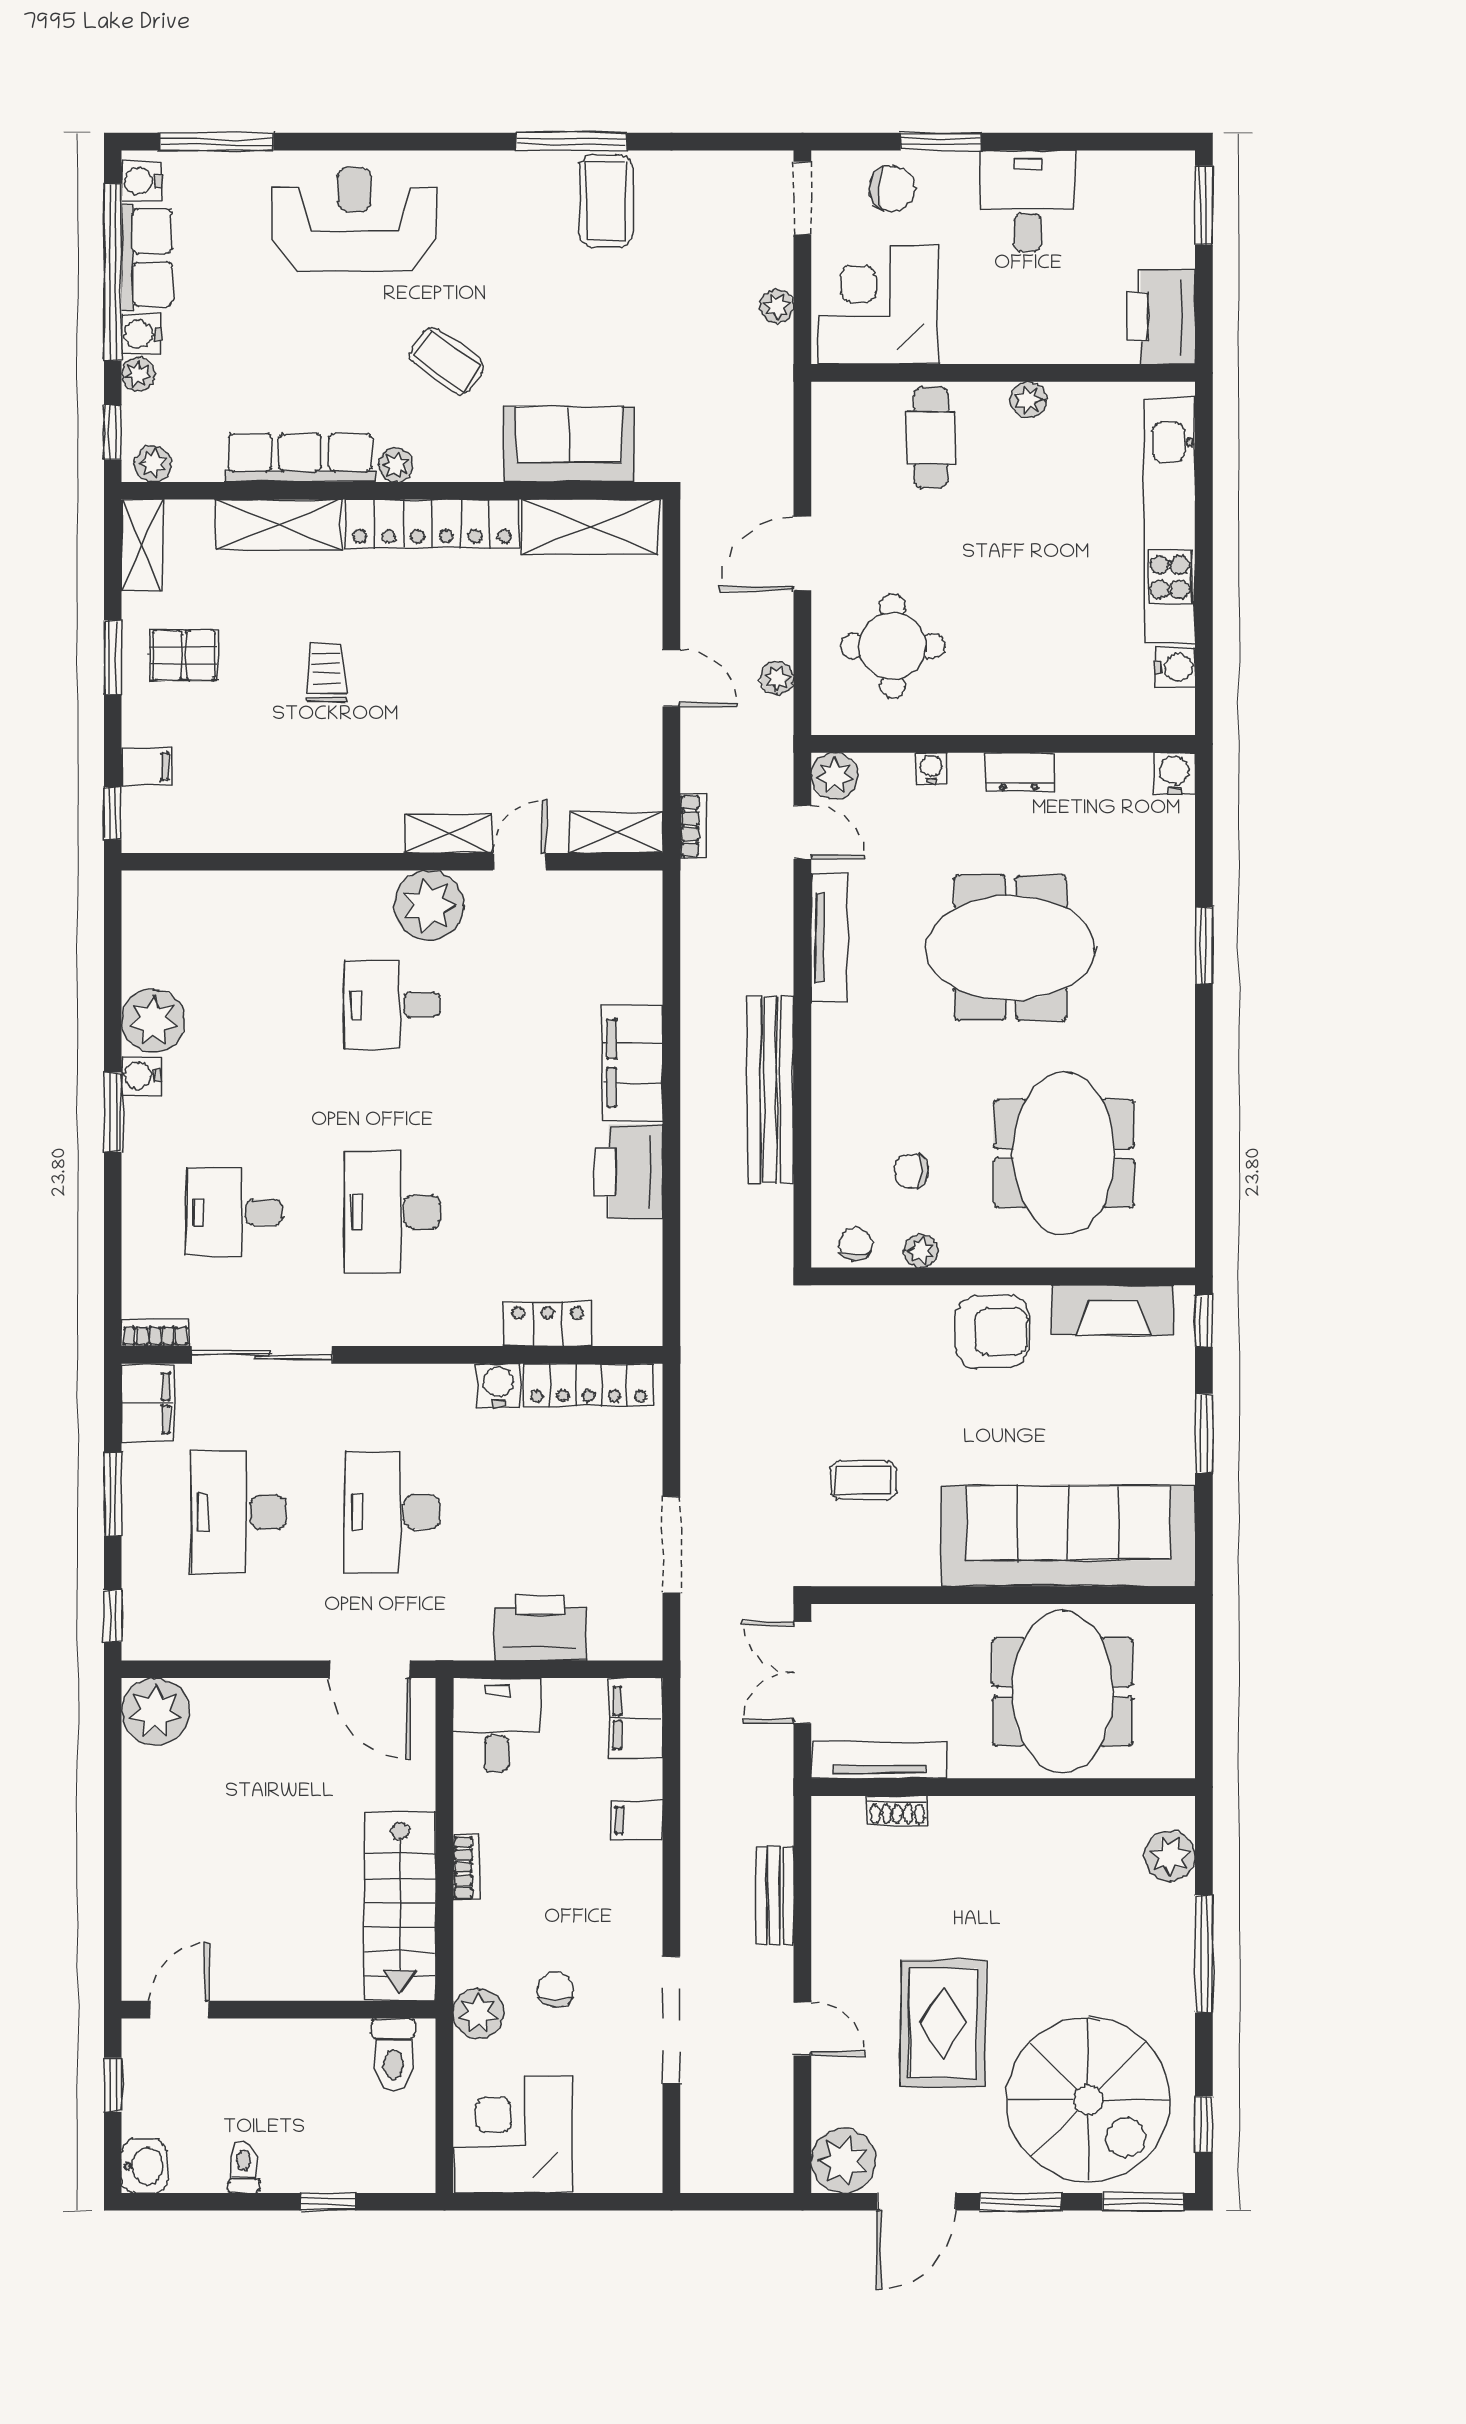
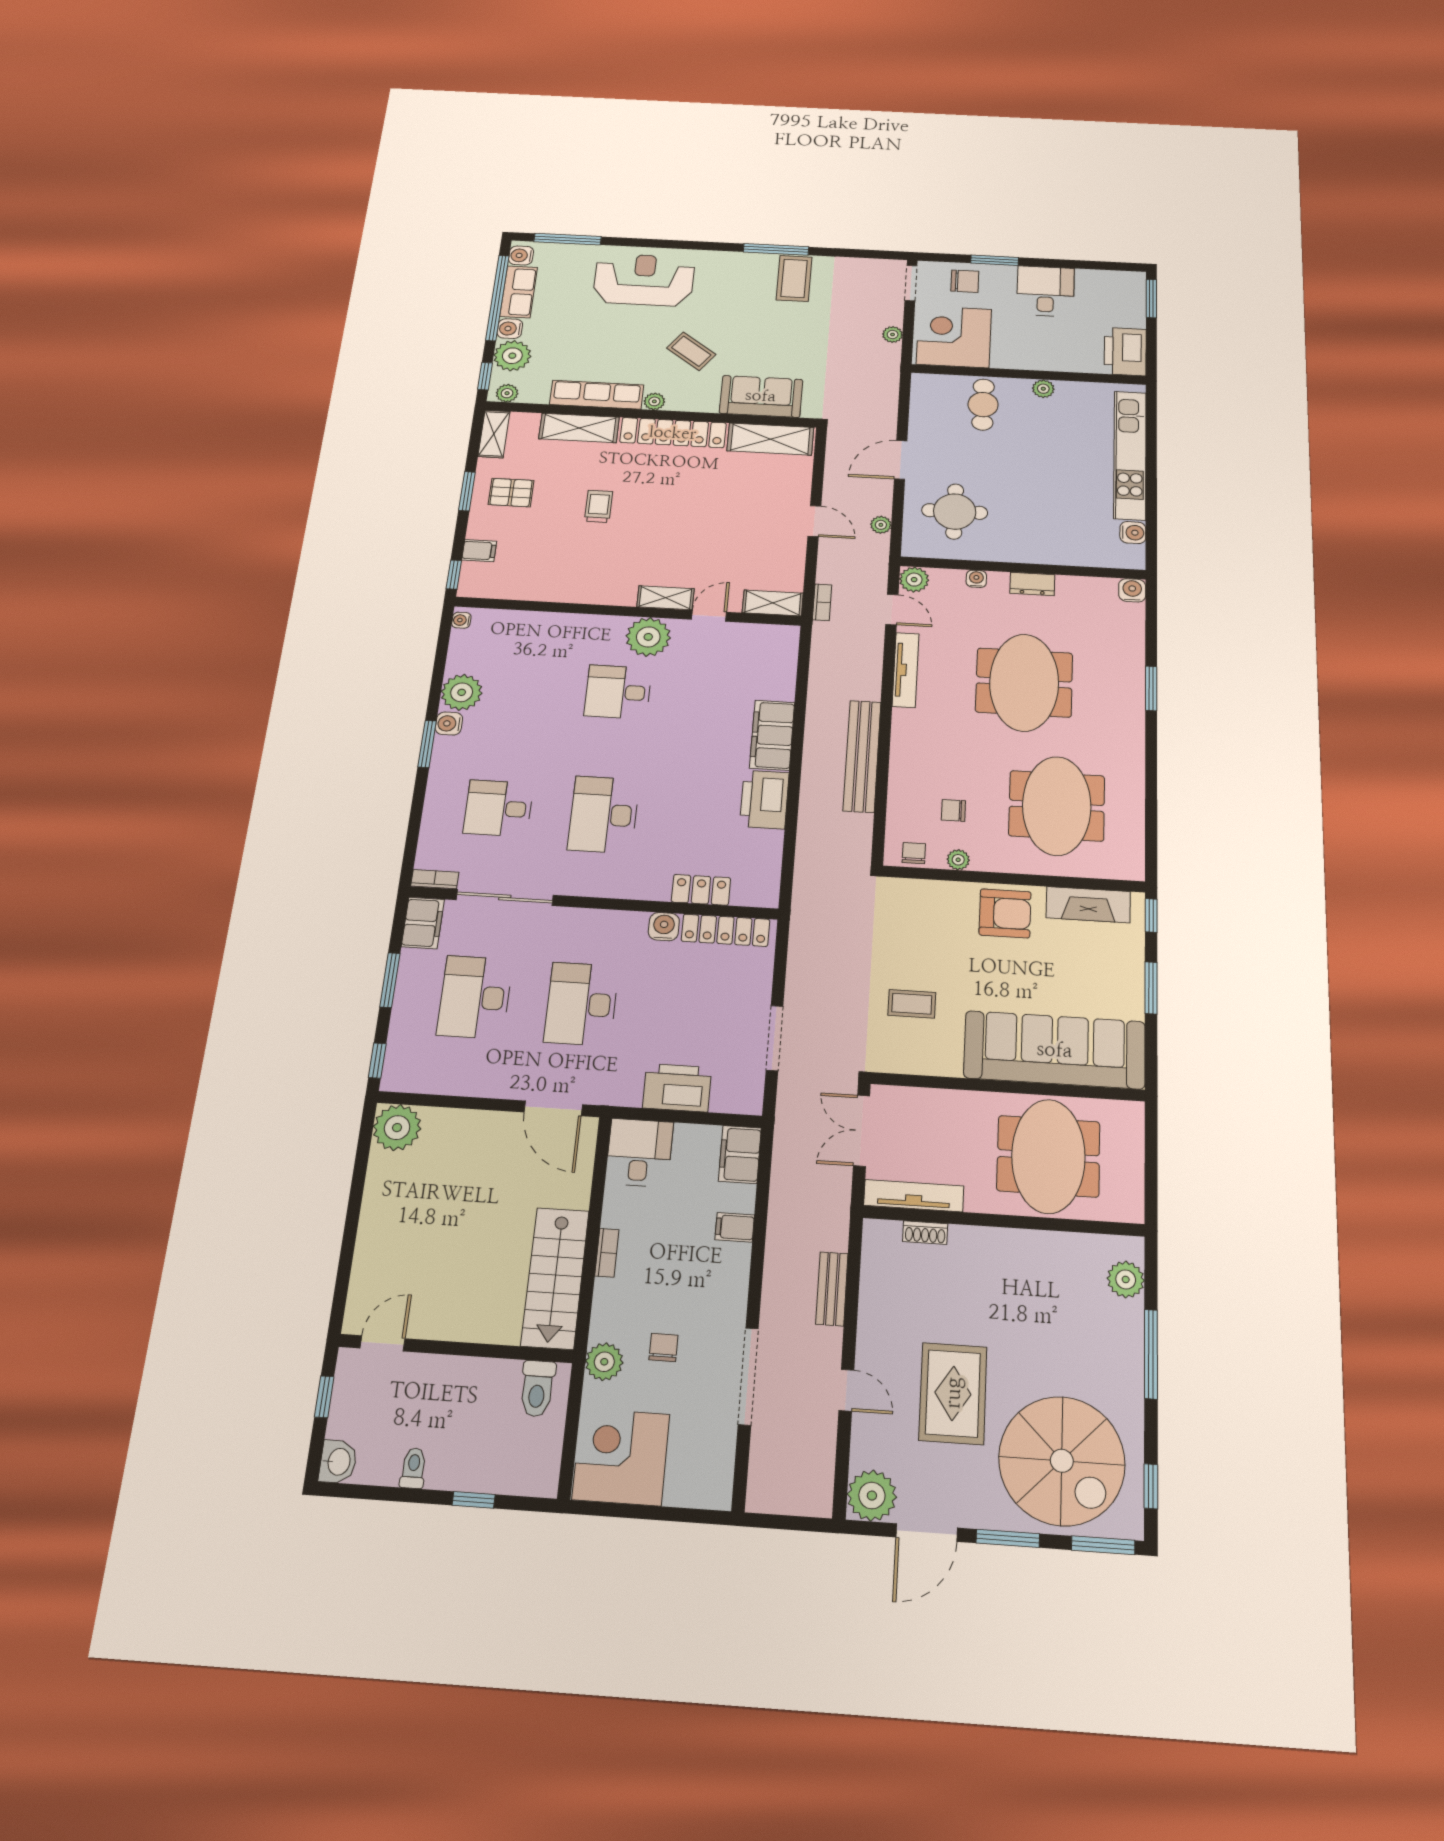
plant: (138, 374) -> (512, 356), width x1.87, depth x1.87
water cooler: (136, 894) -> (461, 620), added
meeting table: (1010, 948) -> (1024, 682), turned 90

